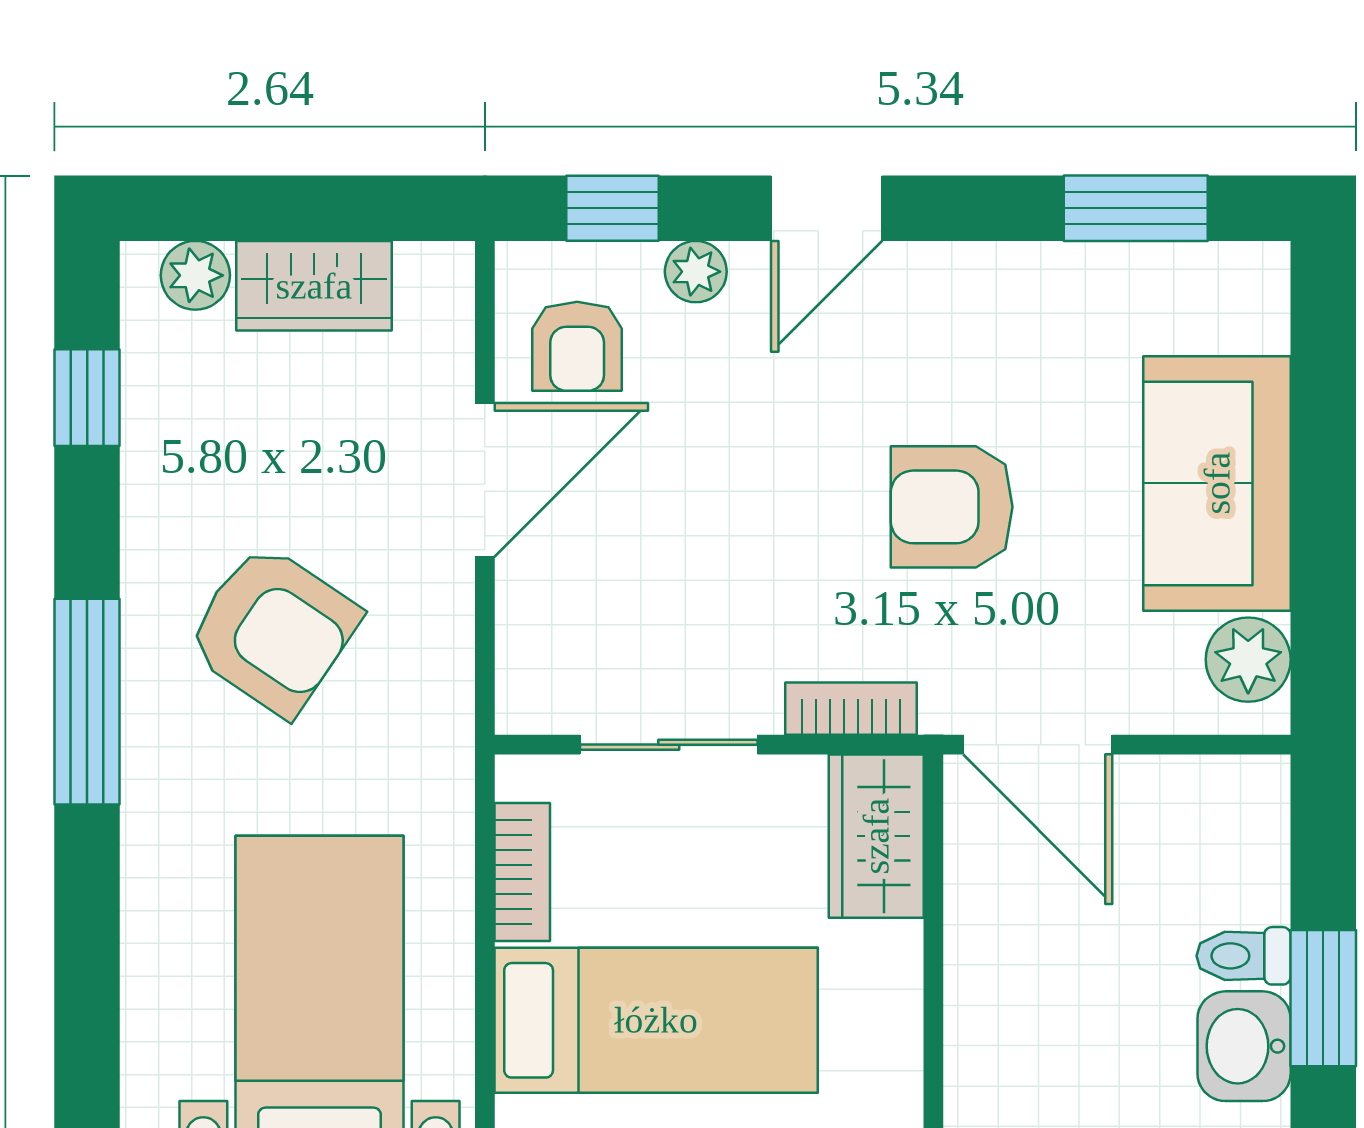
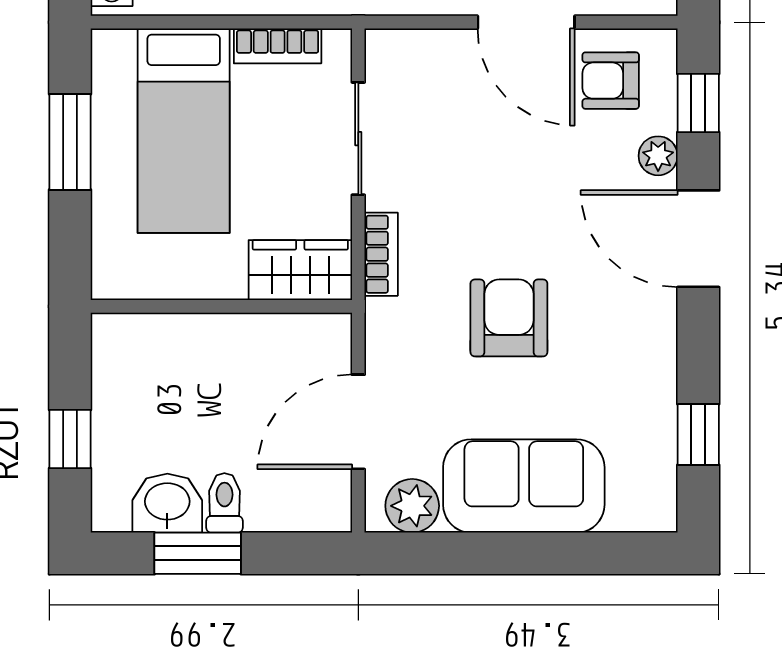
door: (827, 208) -> (698, 239), width x1.37
window: (1136, 208) -> (698, 435), width x0.67
door: (1038, 745) -> (358, 422), moved

